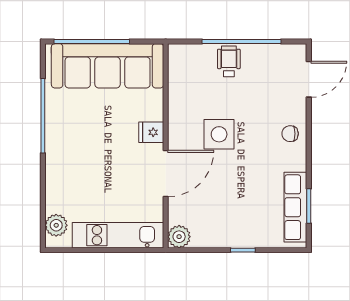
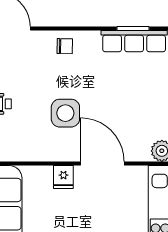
chair: (290, 134) -> (65, 46), turned -89

